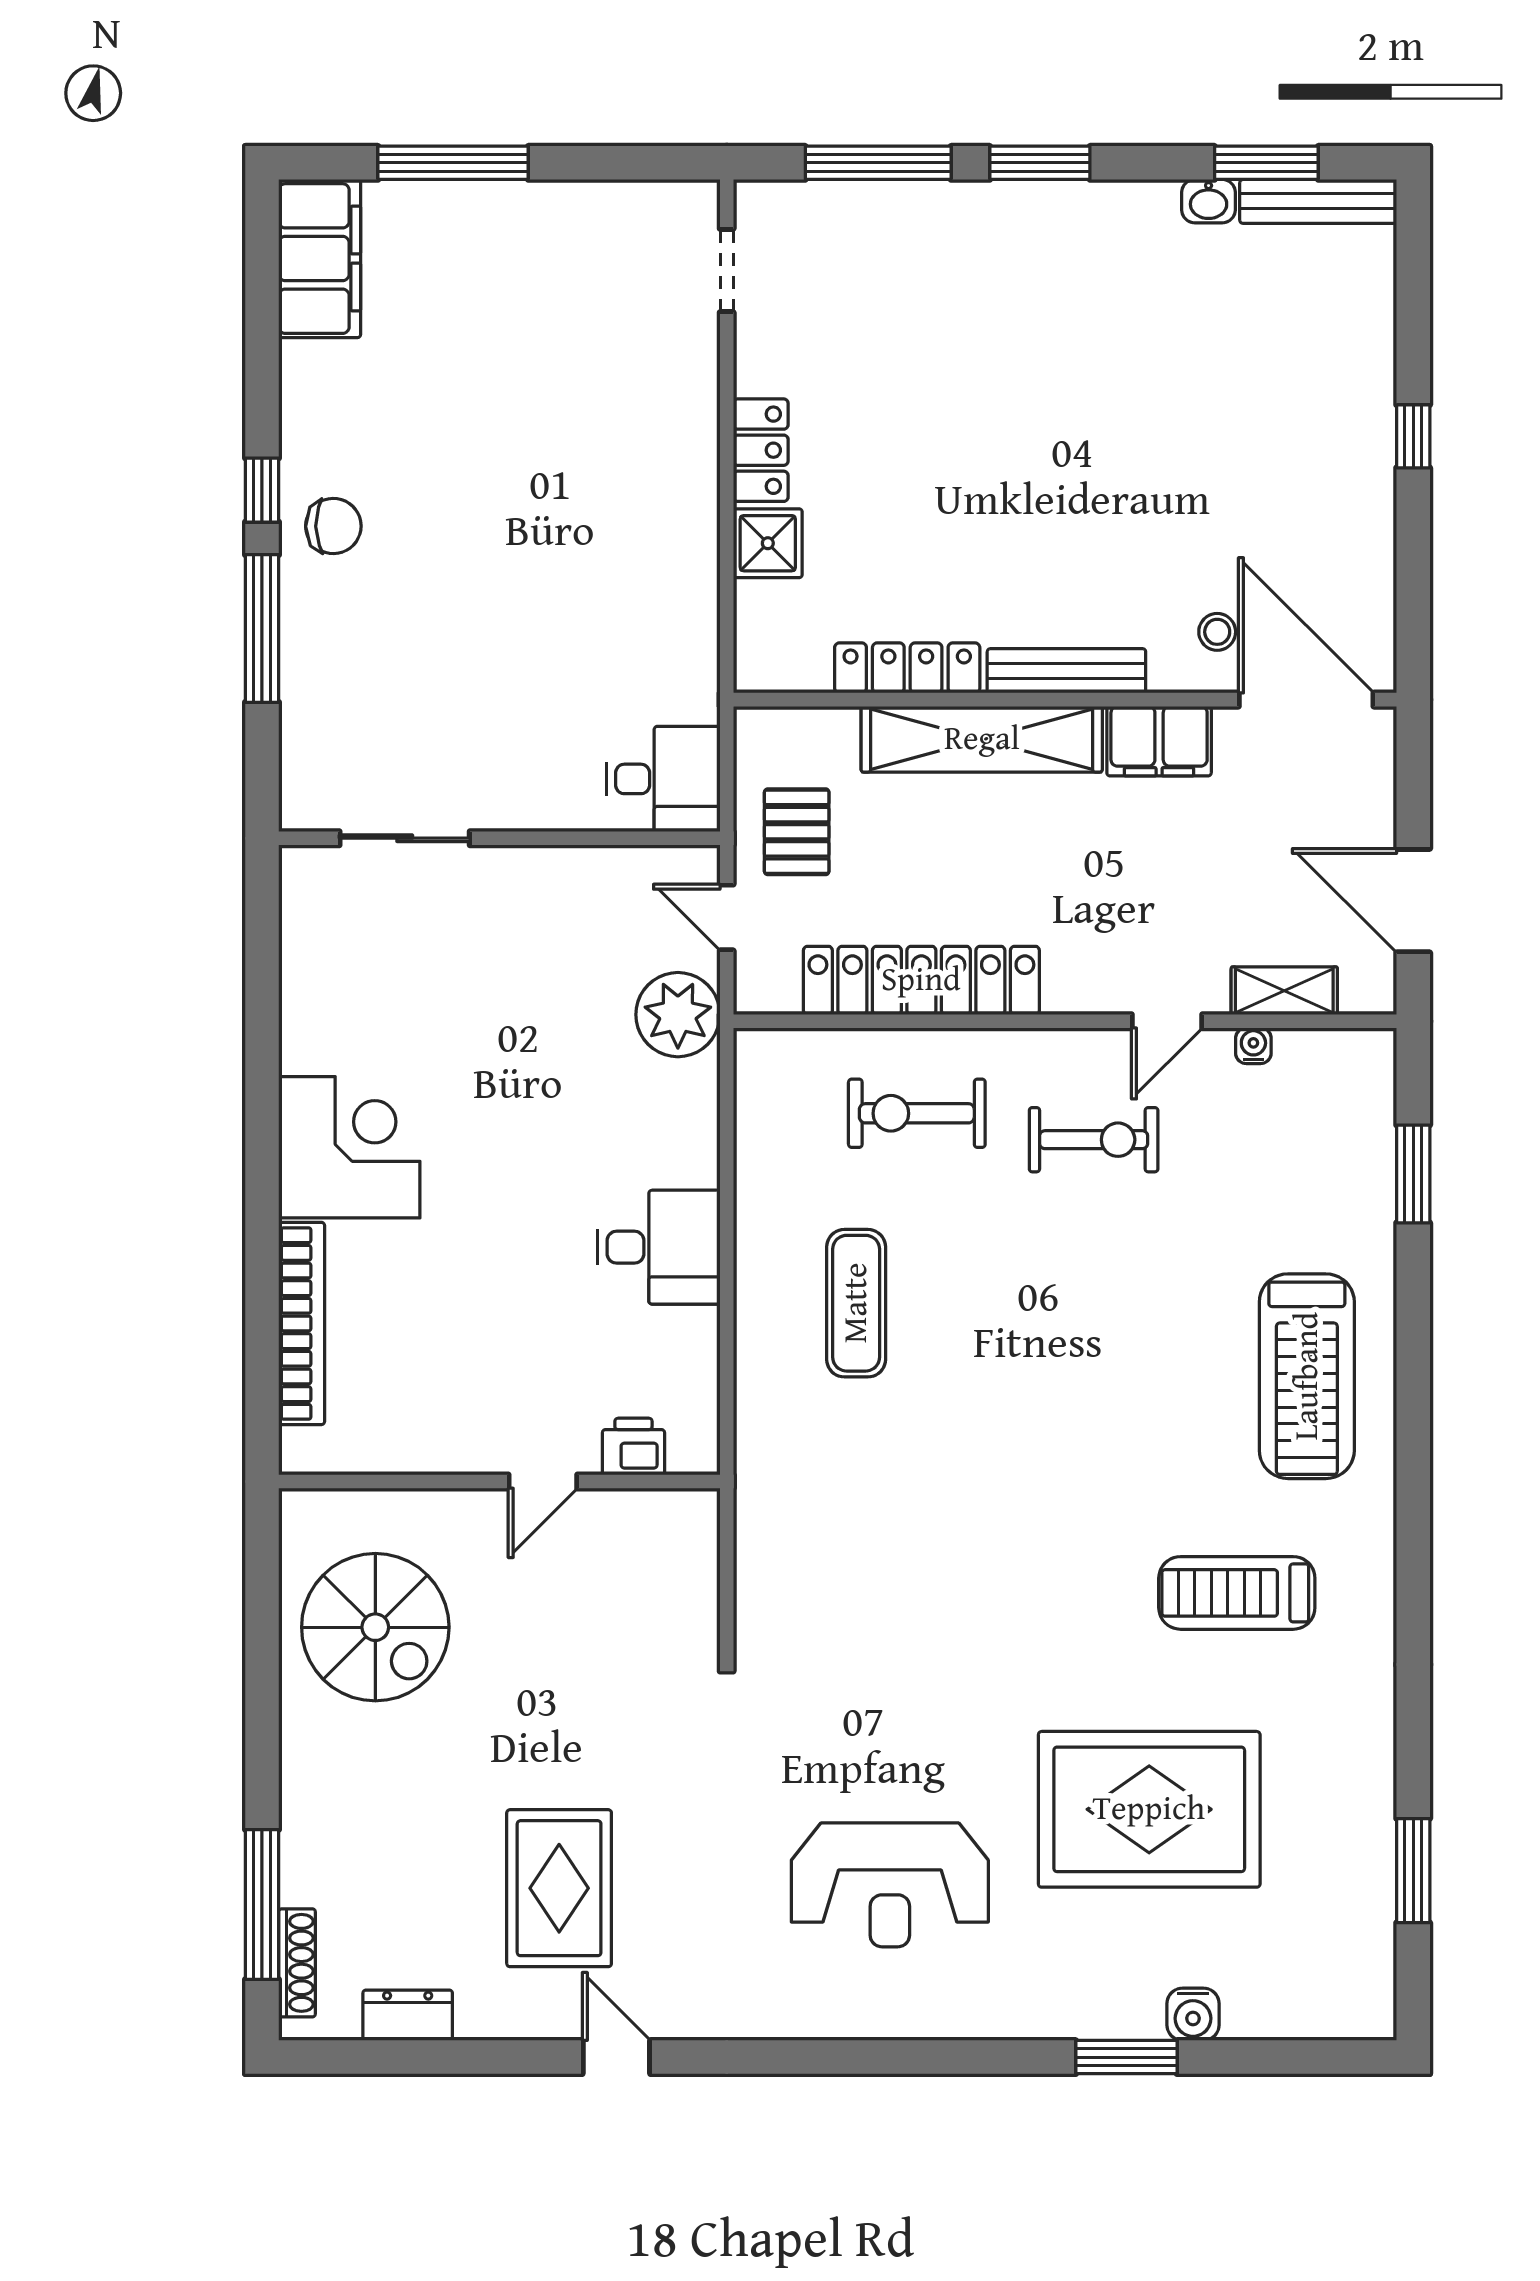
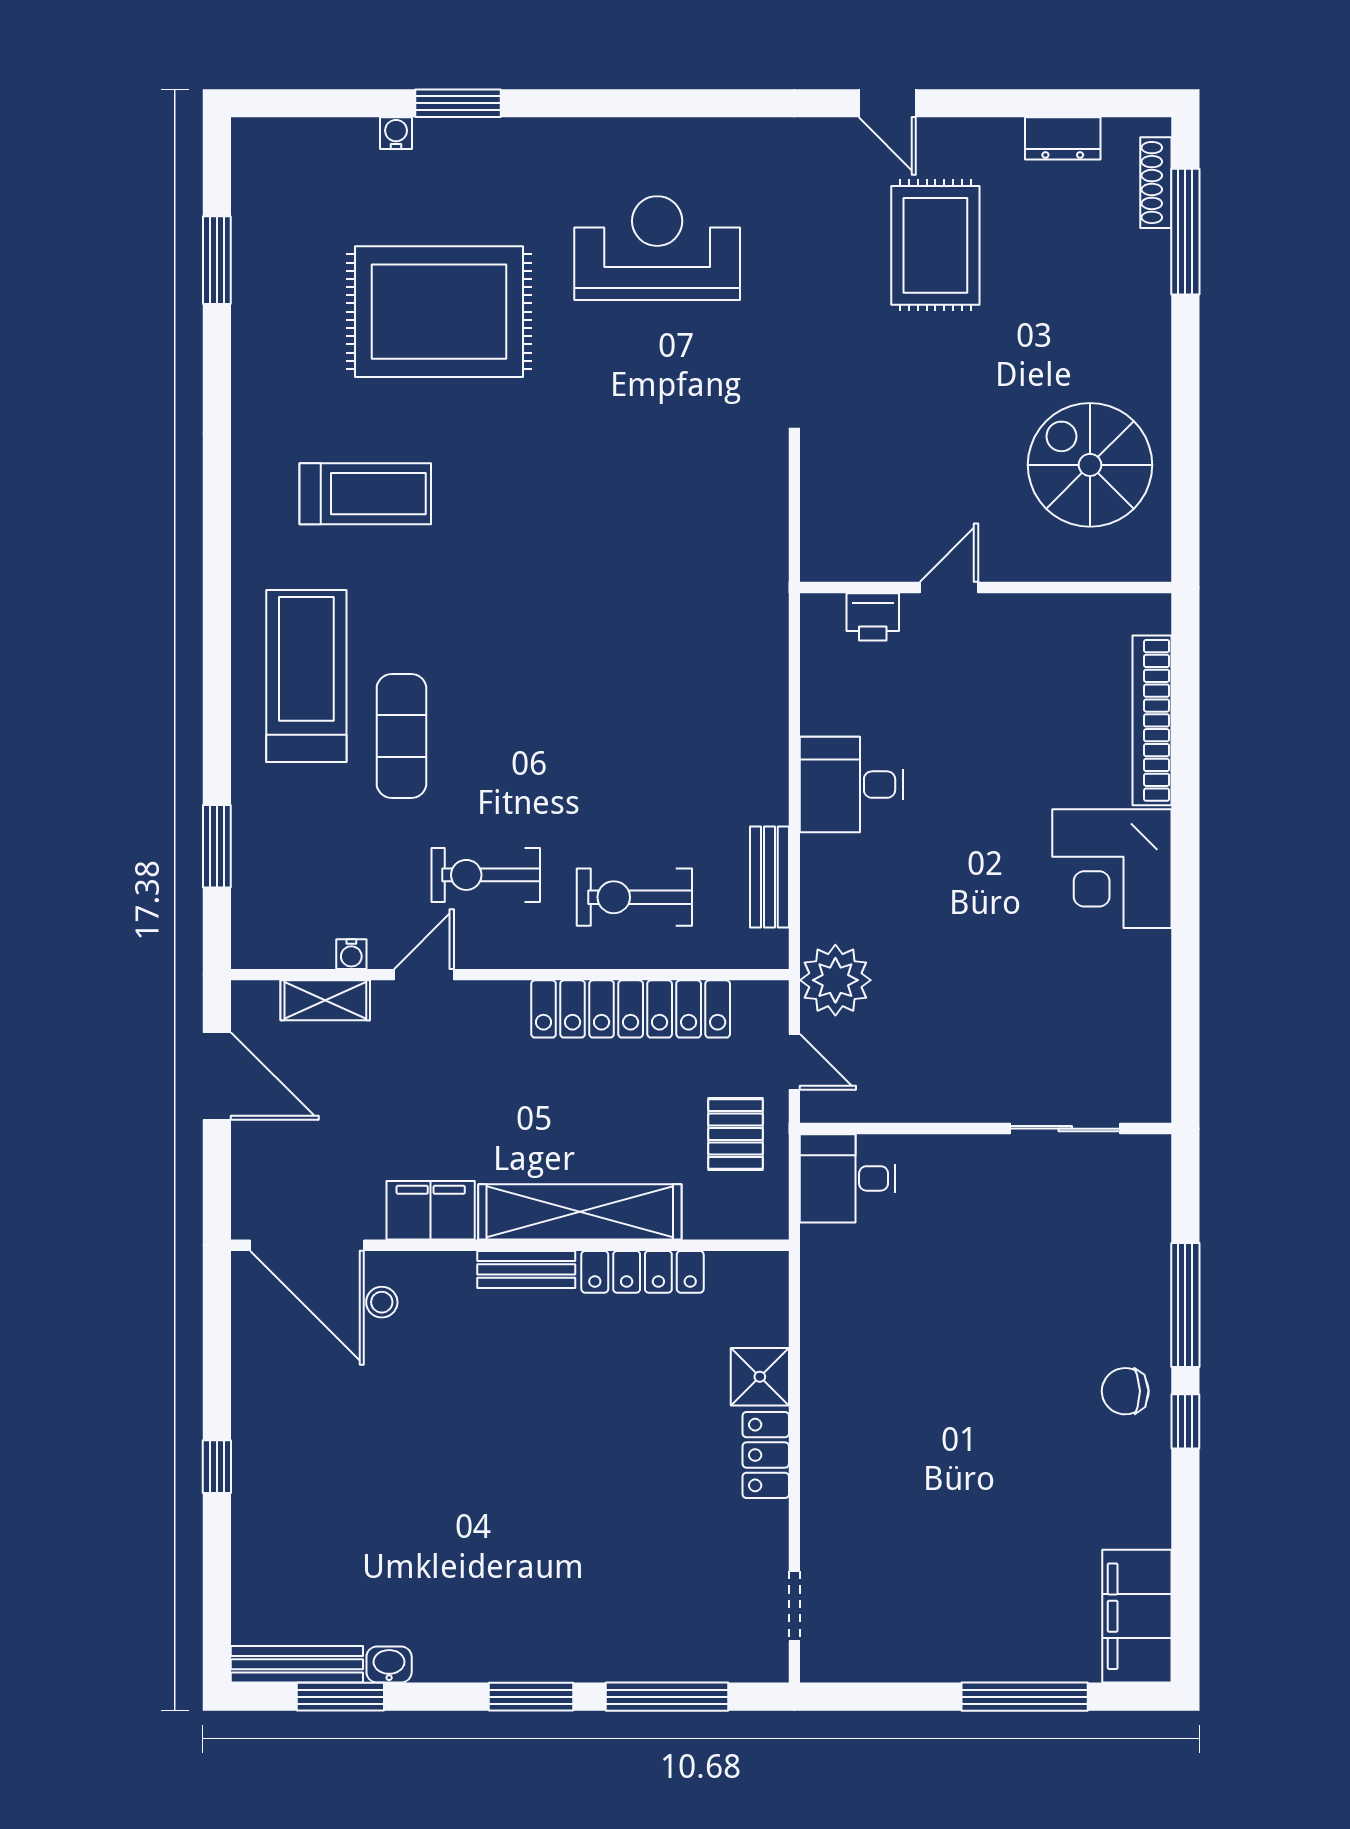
bench: (1066, 671) -> (526, 1269), width x0.73
exercise bike: (917, 1113) -> (634, 897), turned 180
bench: (756, 1137) -> (769, 877), added
exercise mat: (856, 1303) -> (401, 736), moved
water cooler: (1193, 2014) -> (396, 133), width x0.72, depth x0.72

